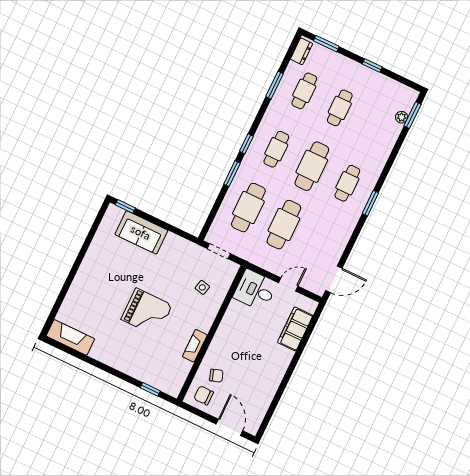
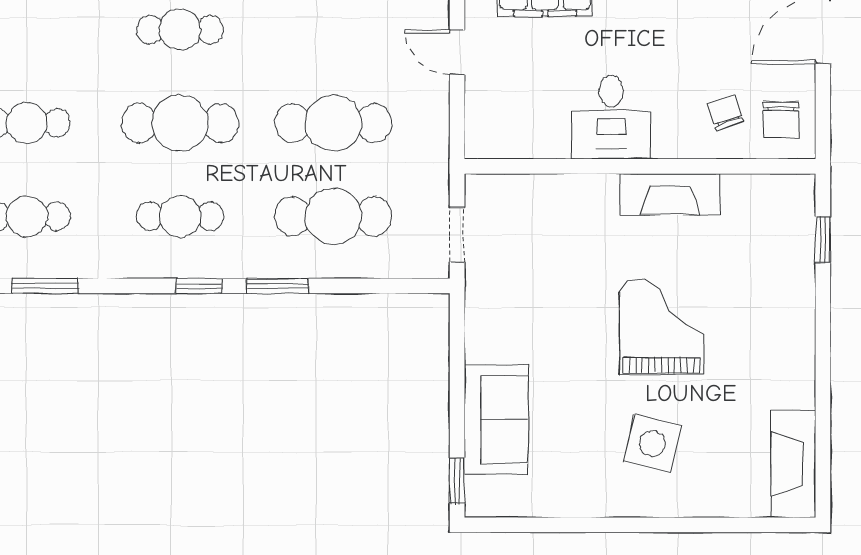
side table: (202, 287) -> (652, 444), moved, width x1.87, depth x1.87
desk: (255, 290) -> (611, 117), moved
fireplace: (195, 346) -> (670, 194), width x1.37, depth x1.32

